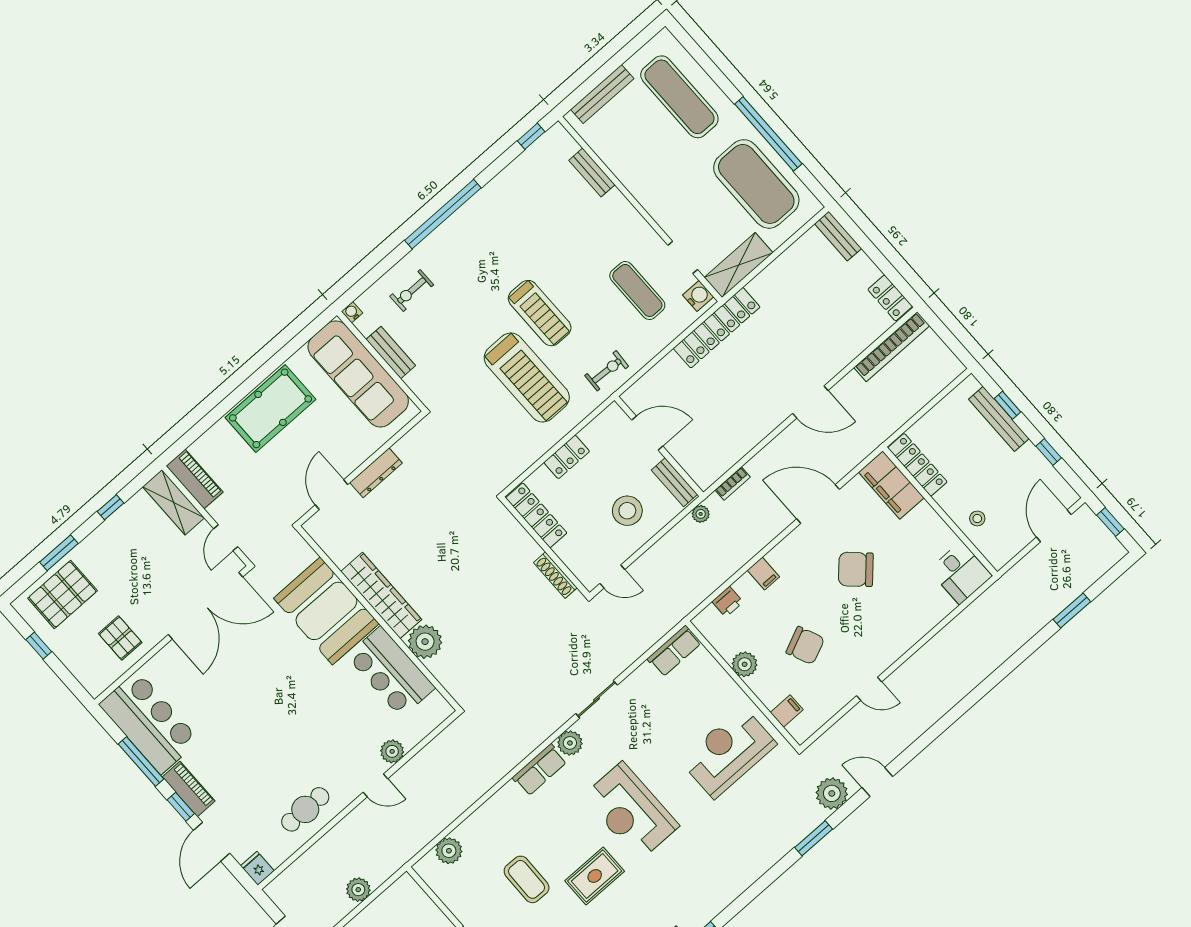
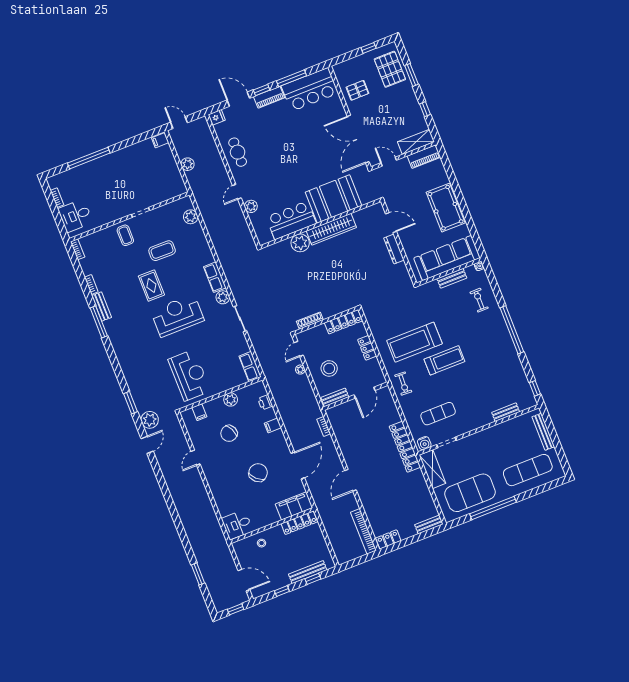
treadmill: (540, 313) -> (444, 360), turned 180
plant: (701, 514) -> (300, 370), moved

